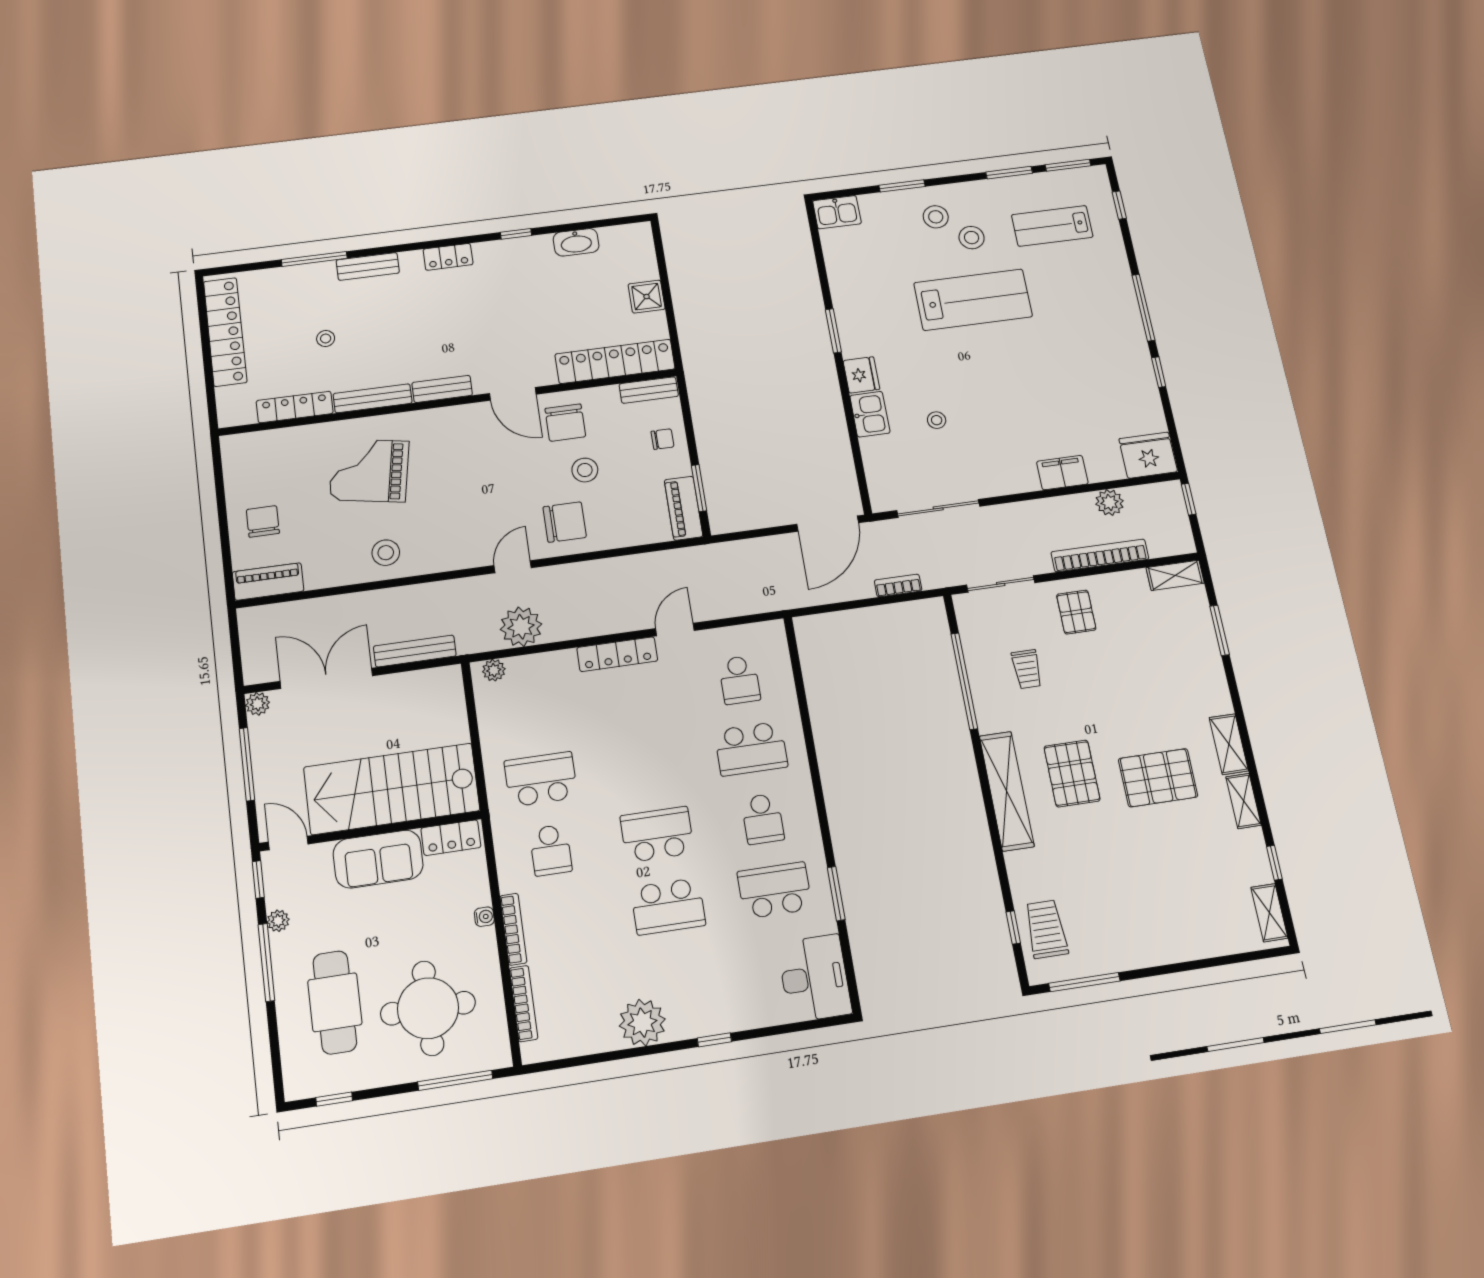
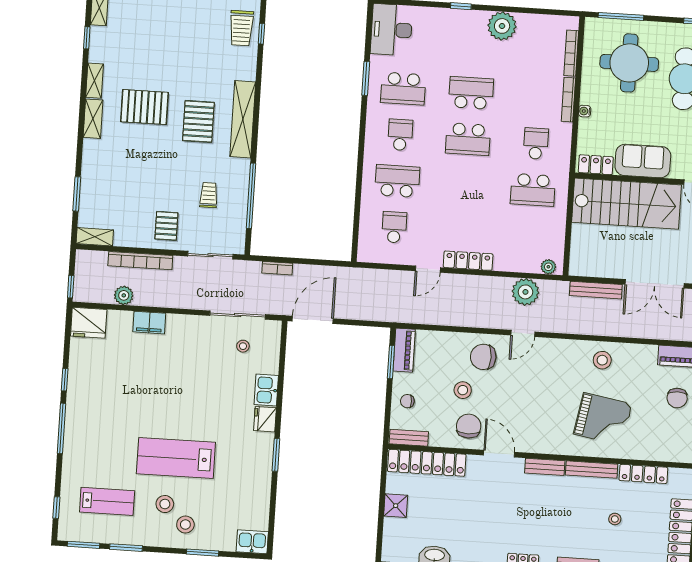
stool: (937, 420) -> (243, 346), moved

